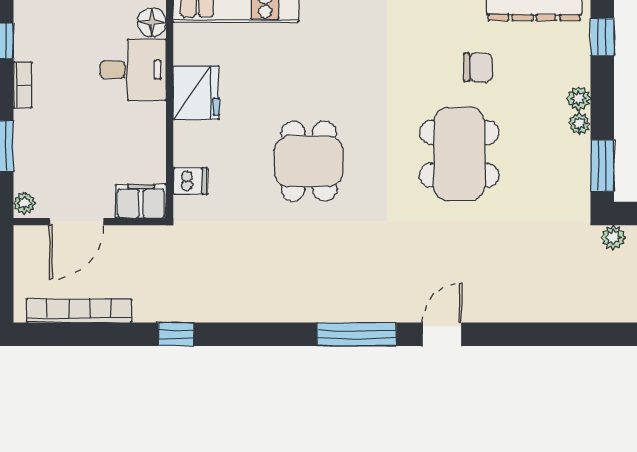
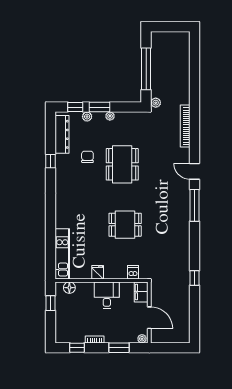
desk: (133, 70) -> (107, 295), moved
fridge: (196, 93) -> (98, 272), width x0.53, depth x0.75
plant: (579, 98) -> (87, 117), moved
dining table: (459, 154) -> (122, 164), turned 90
window: (602, 166) -> (99, 107), moved
bookcase: (79, 311) -> (185, 126), moved

